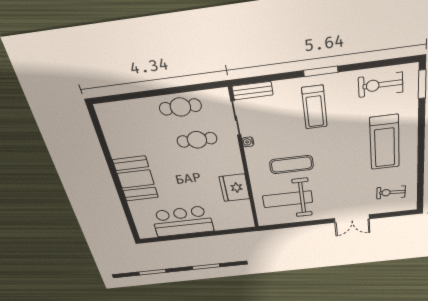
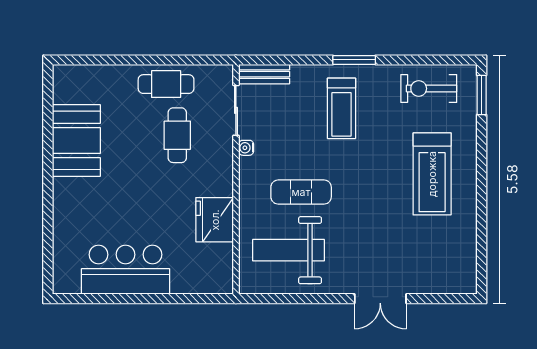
cafe table: (197, 140) -> (177, 135), turned 90
booth: (136, 179) -> (76, 140), moved
exercise bike: (391, 192) -> (440, 259), removed

